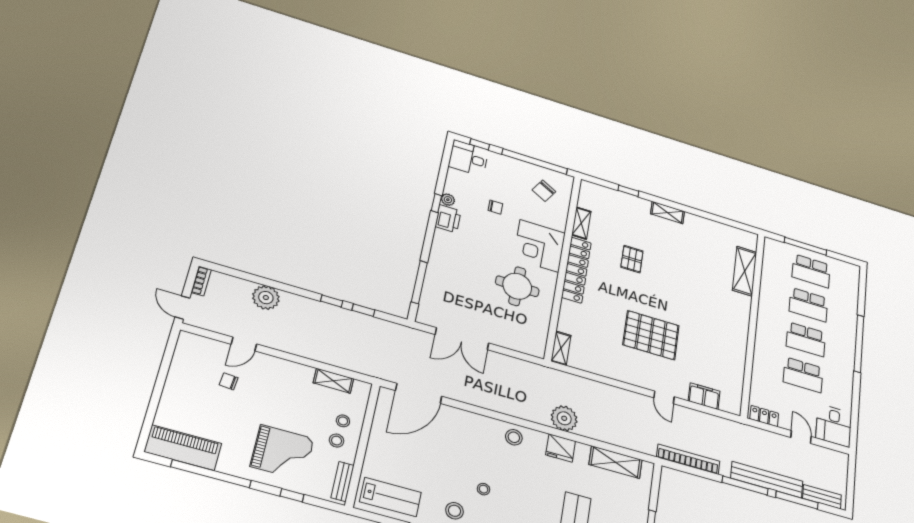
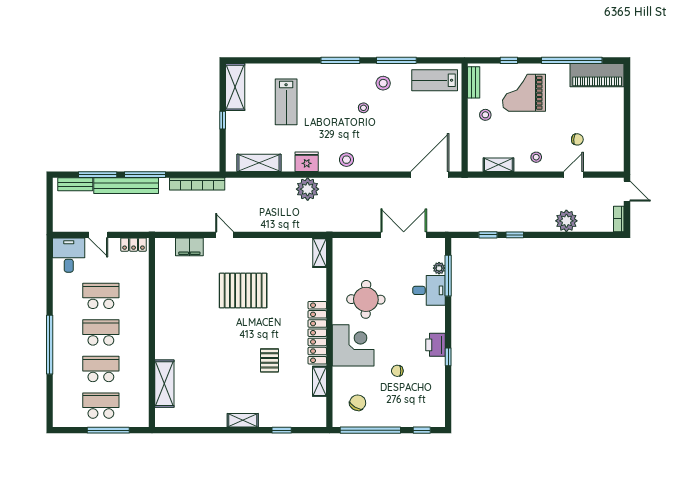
desk: (468, 158) -> (429, 290), moved
plant: (448, 200) -> (439, 268), moved
stool: (343, 421) -> (536, 157), moved

